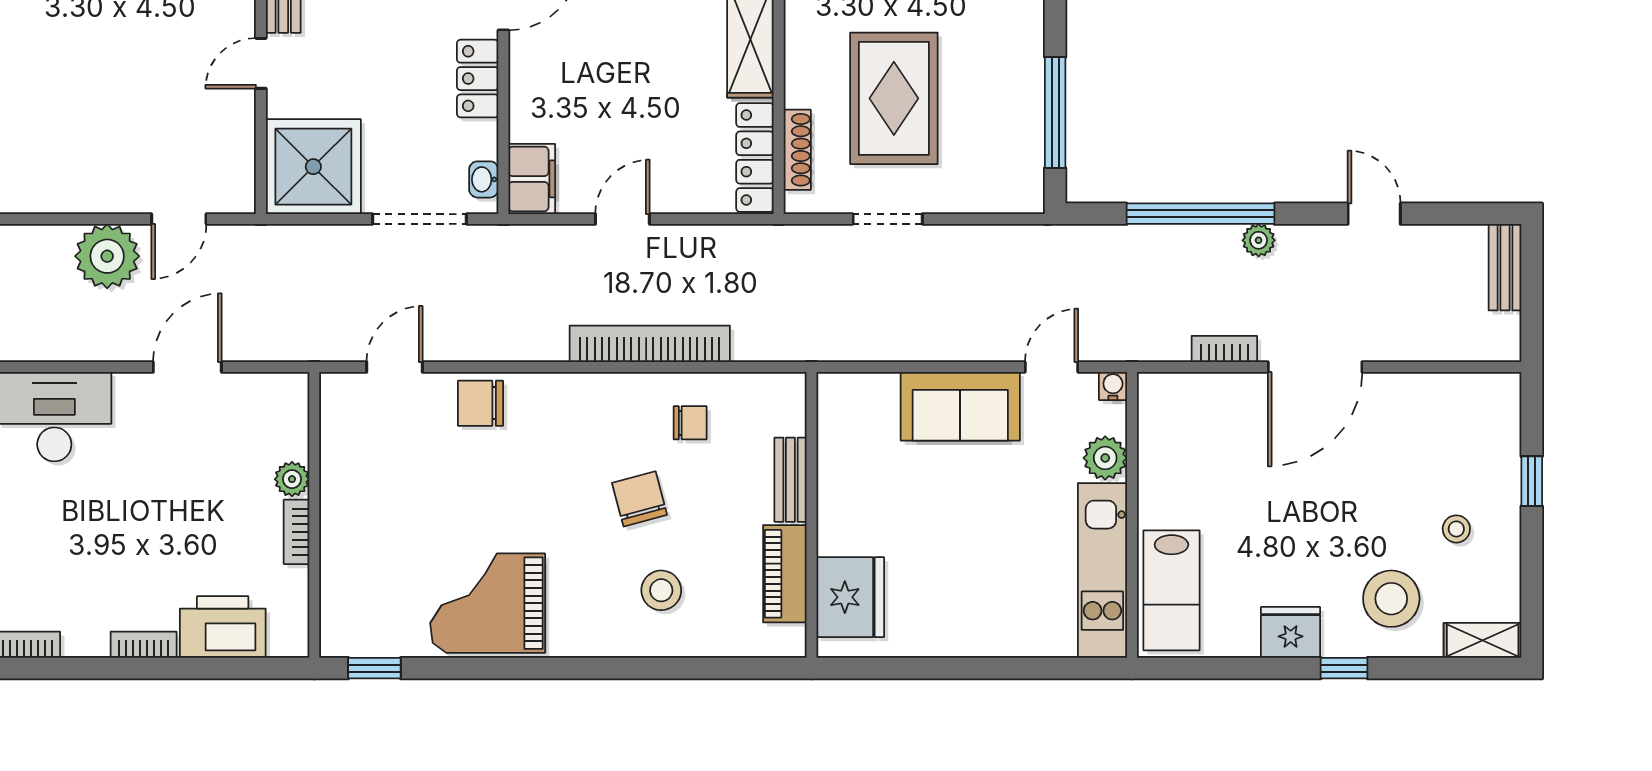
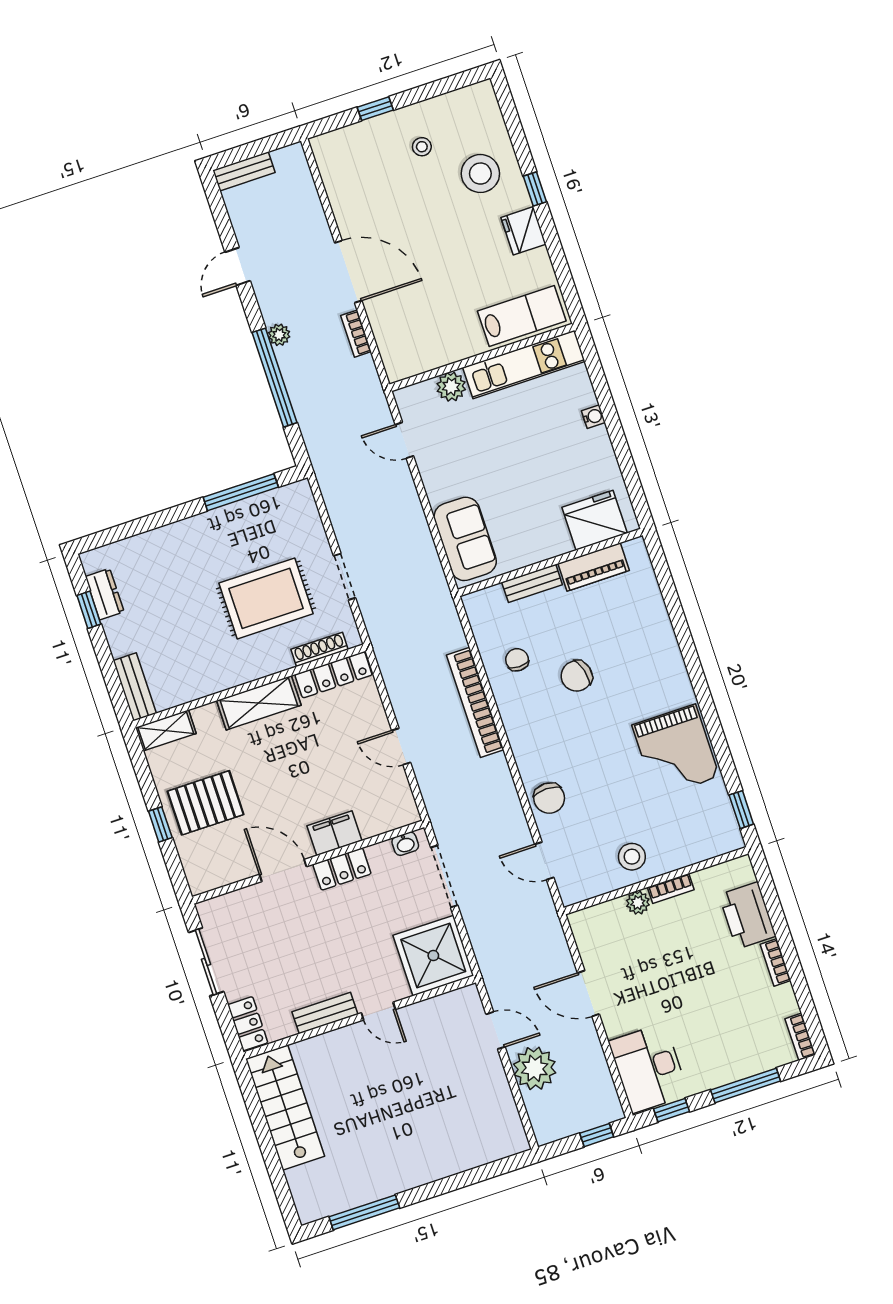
filing cabinet: (532, 179) -> (334, 833), moved
water cooler: (1113, 386) -> (593, 417), moved, turned 180
sofa: (960, 406) -> (465, 539), moved
stool: (661, 590) -> (632, 857), moved
shelving: (1483, 640) -> (488, 106), removed

